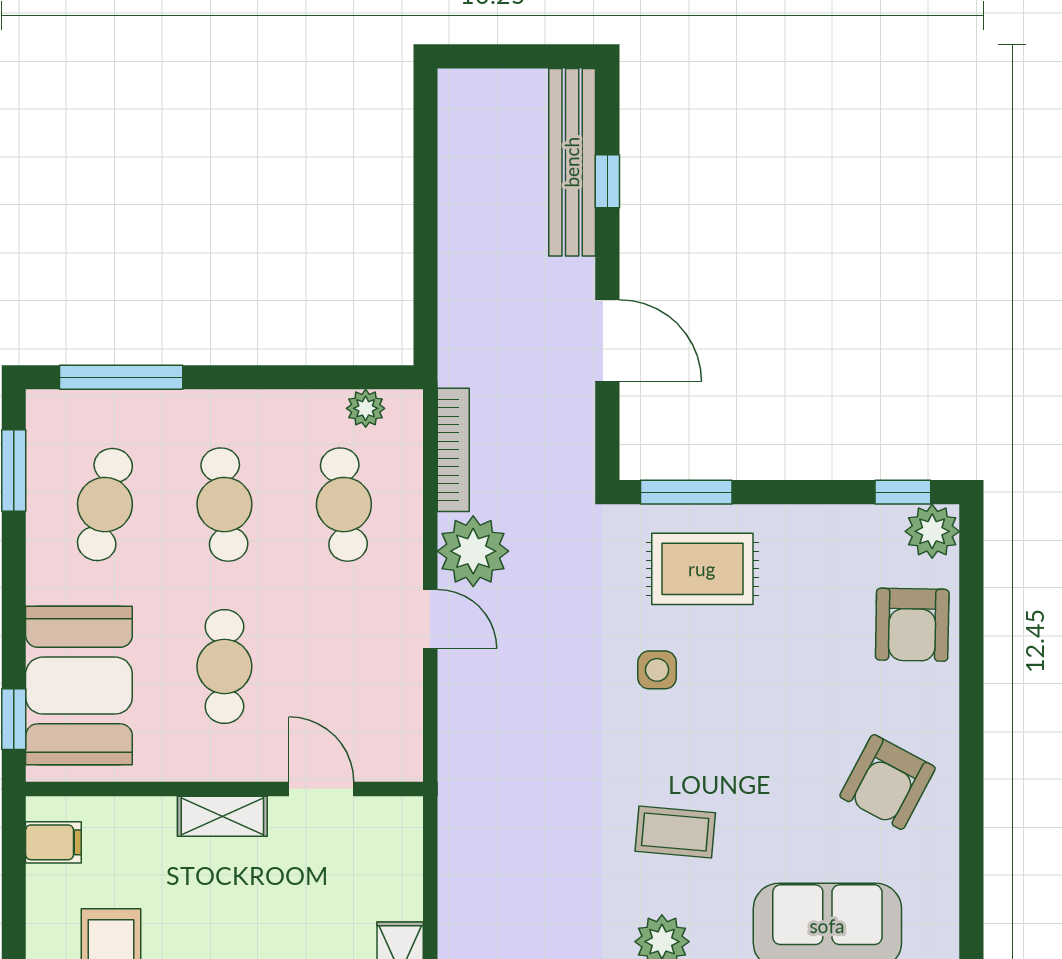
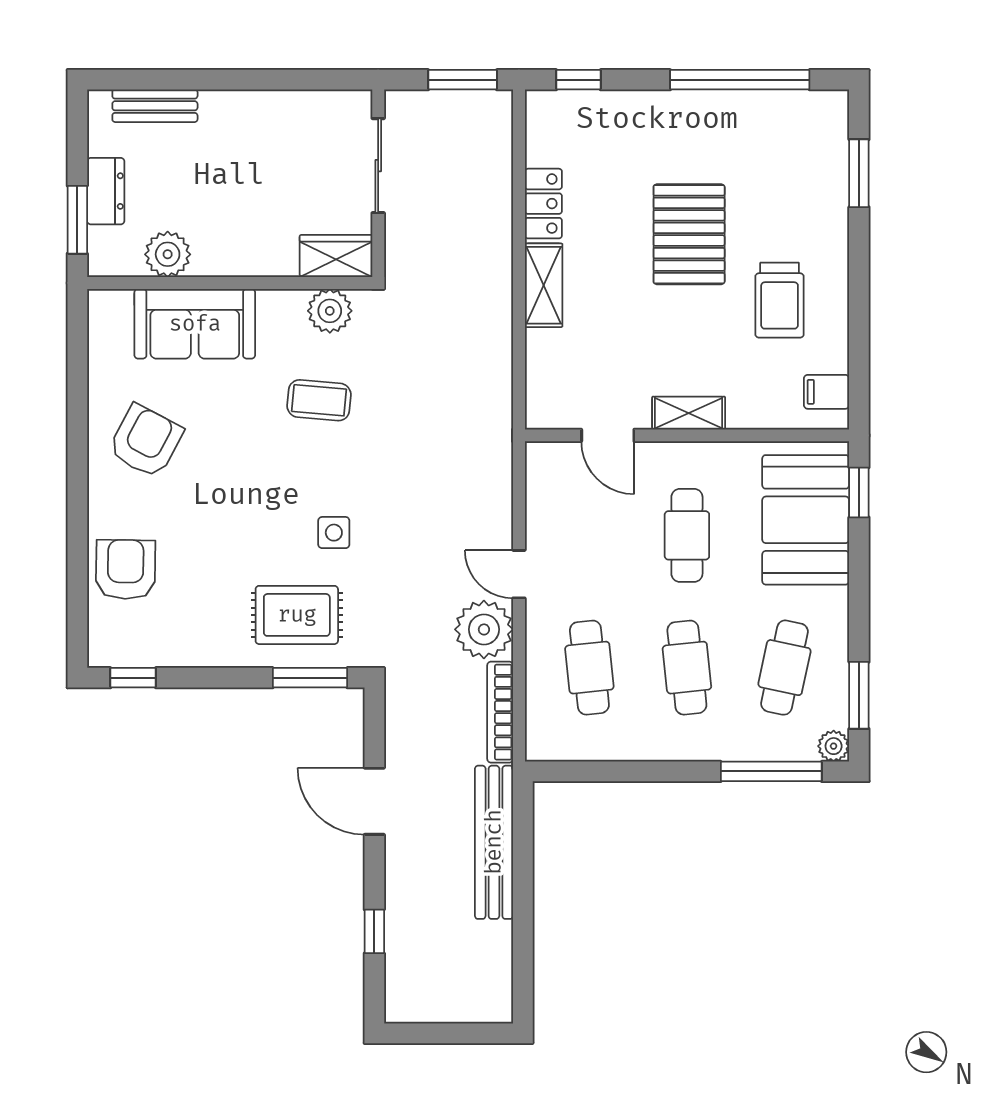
bench: (572, 162) -> (494, 842), moved
plant: (366, 408) -> (834, 746), moved
plant: (932, 531) -> (109, 646), removed

